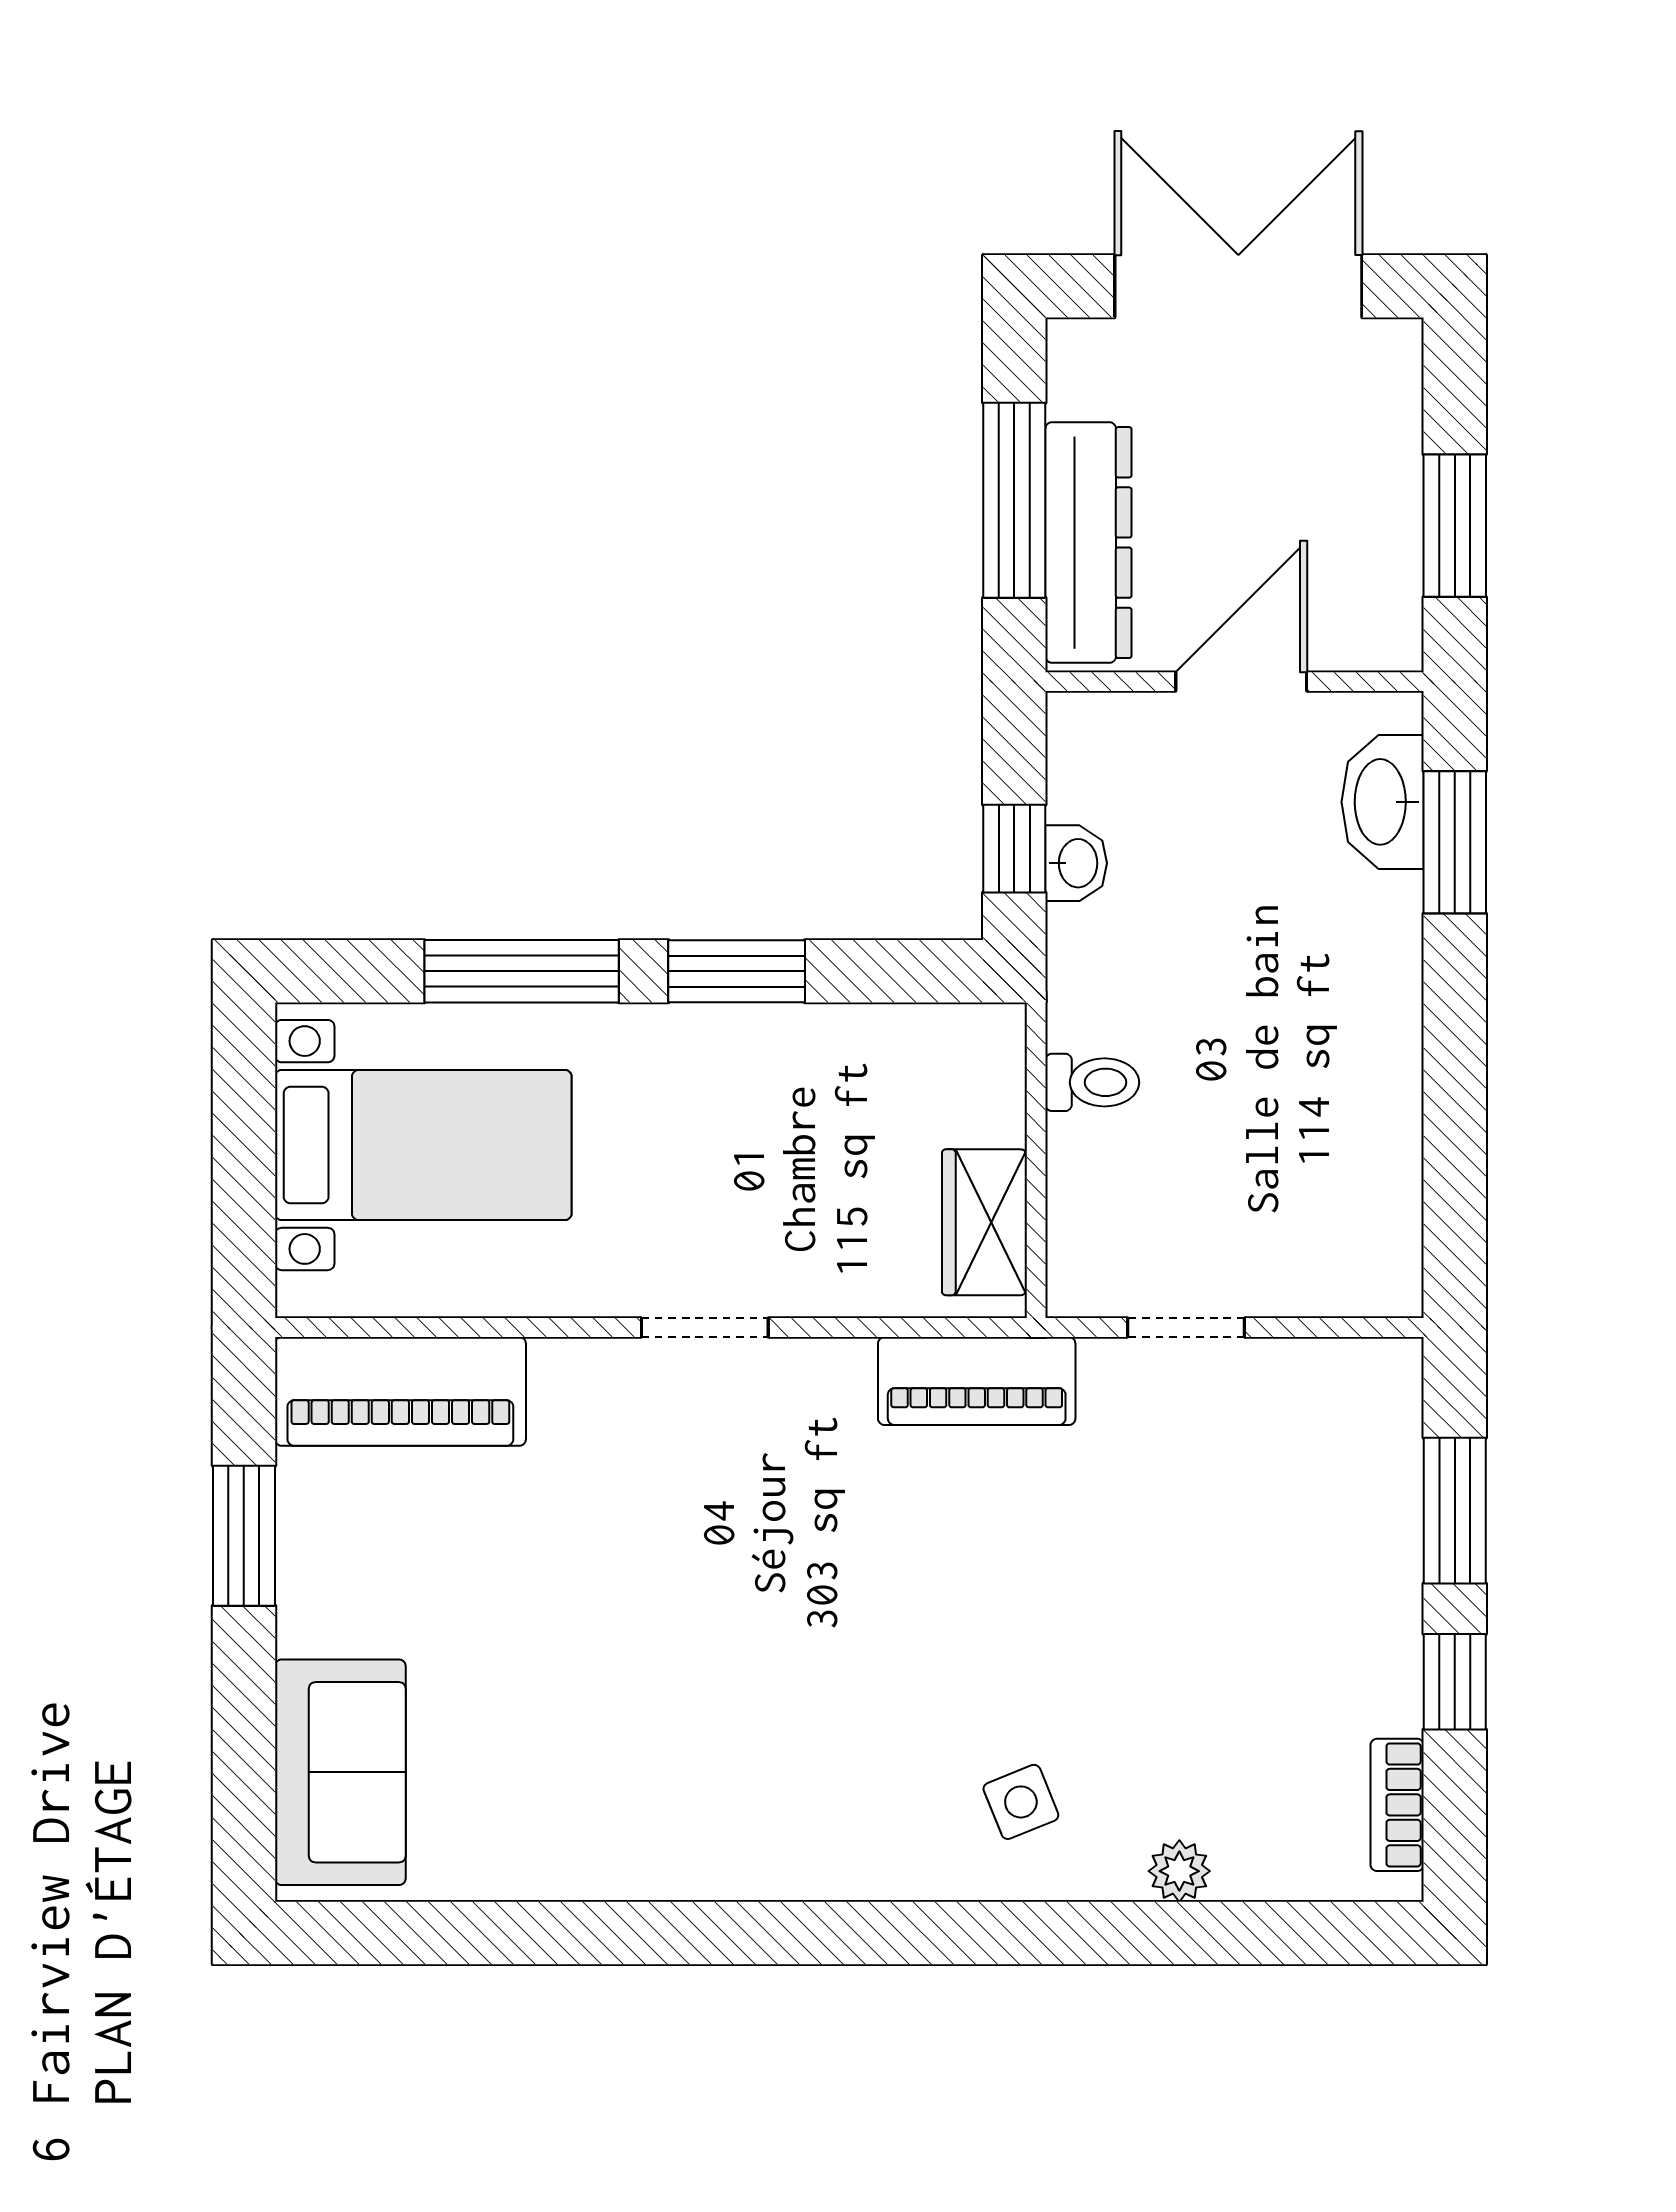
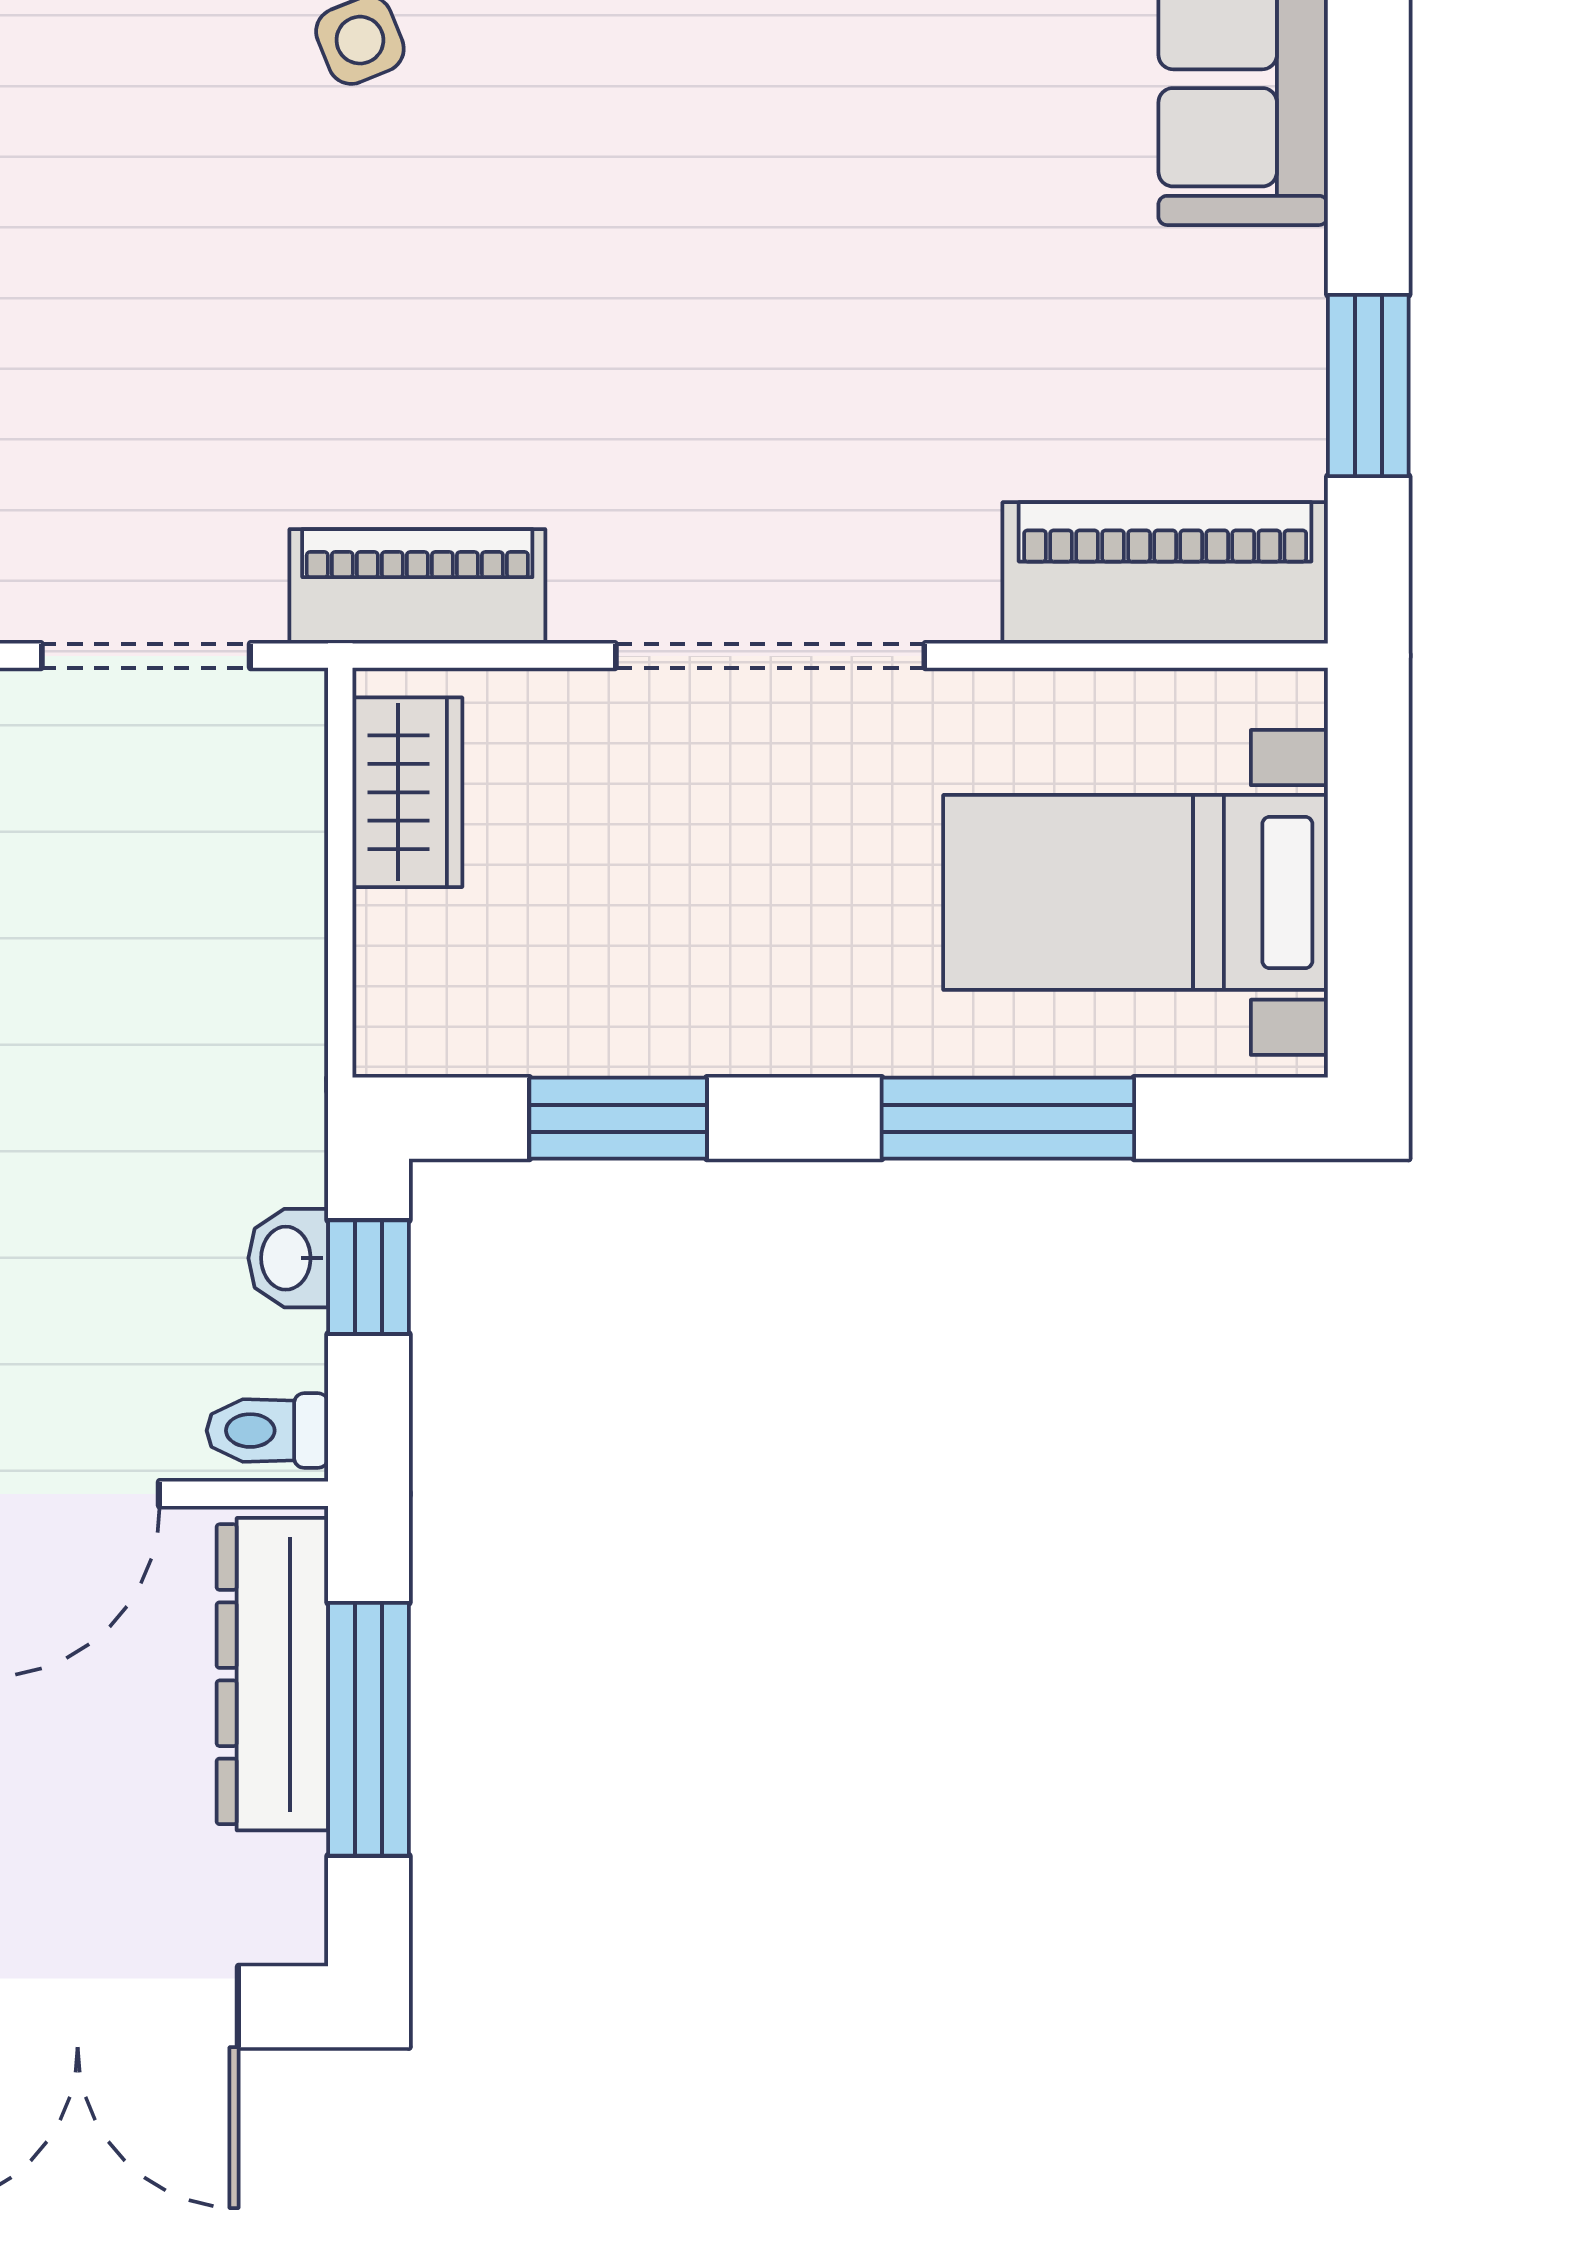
window: (737, 971) -> (618, 1118), moved
toilet: (1092, 1082) -> (267, 1431), moved
doorway: (705, 1328) -> (770, 656), width x1.88
doorway: (1186, 1328) -> (146, 656), width x1.38

